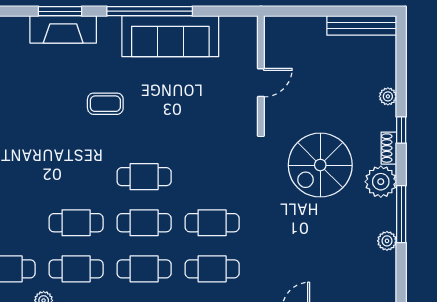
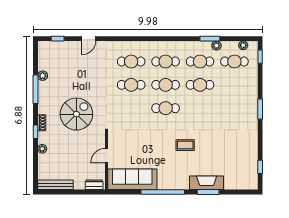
dresser: (285, 25) -> (94, 185), added
sofa: (170, 36) -> (132, 179), moved
plant: (381, 182) -> (46, 106), removed

